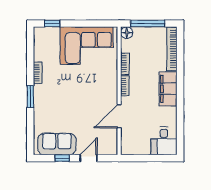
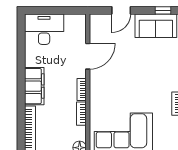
desk: (164, 141) -> (44, 29), width x1.37
window: (62, 158) -> (163, 10), moved

